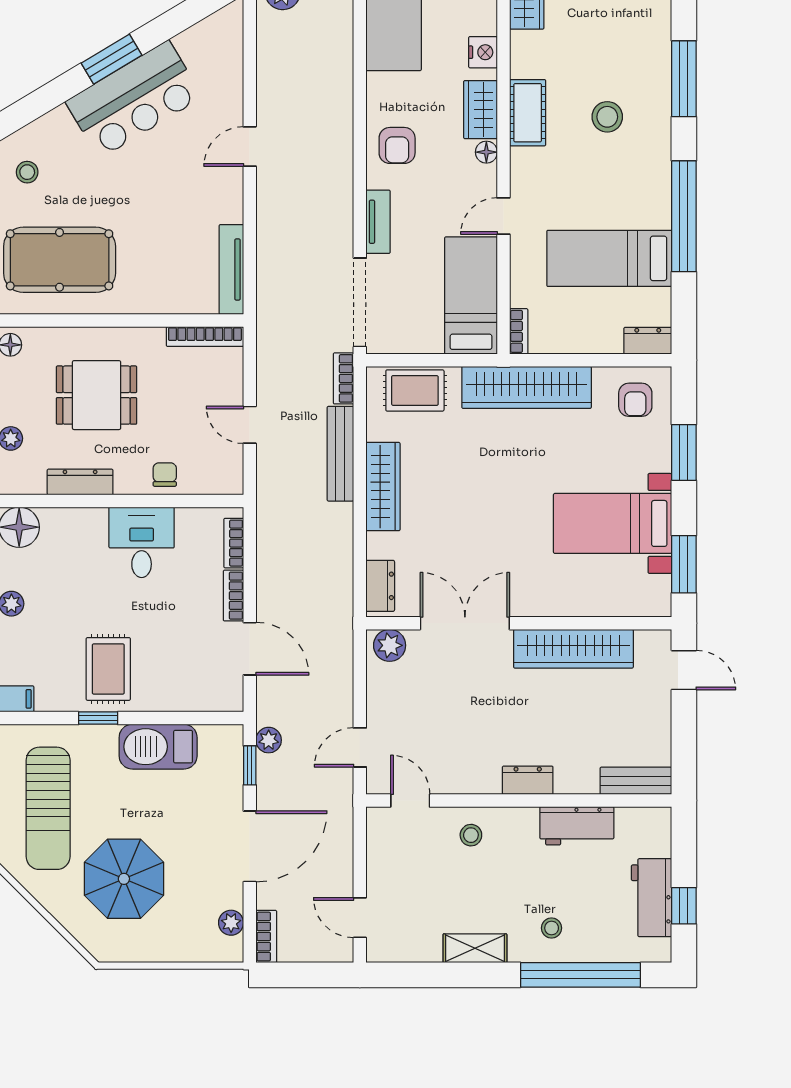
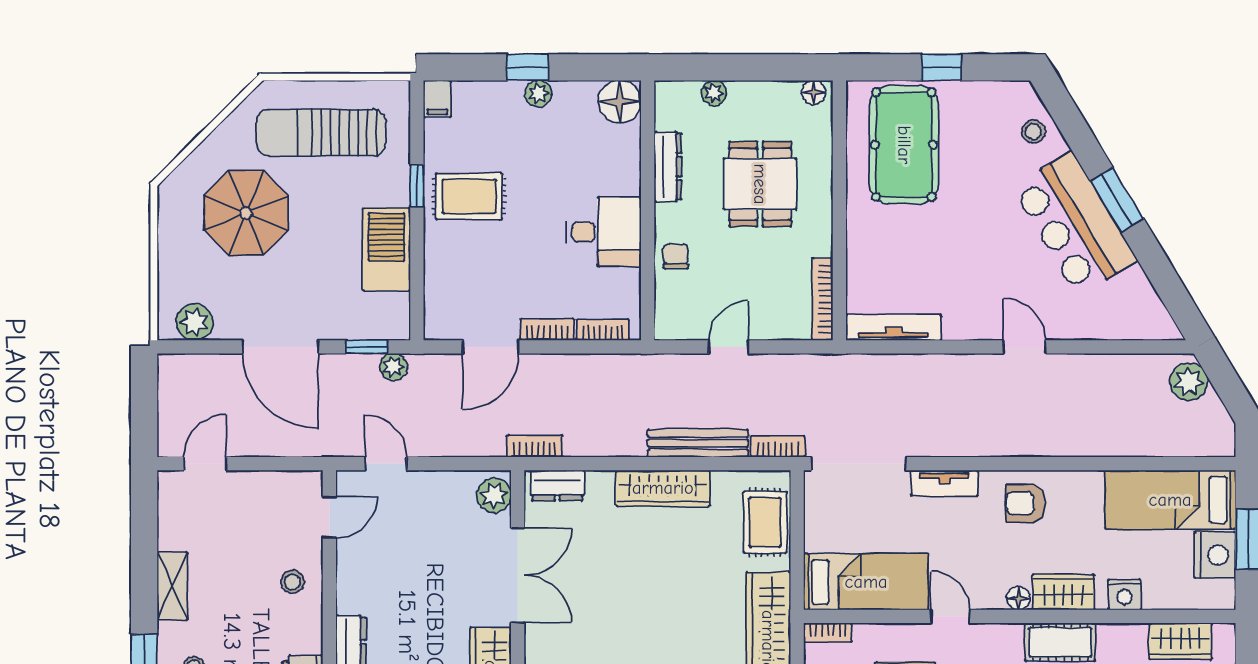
stool: (27, 172) -> (1033, 132), moved
chair: (165, 475) -> (676, 256), turned -90
plant: (231, 923) -> (194, 322), width x1.38, depth x1.38
bookcase: (266, 937) -> (535, 446), moved, turned 180

